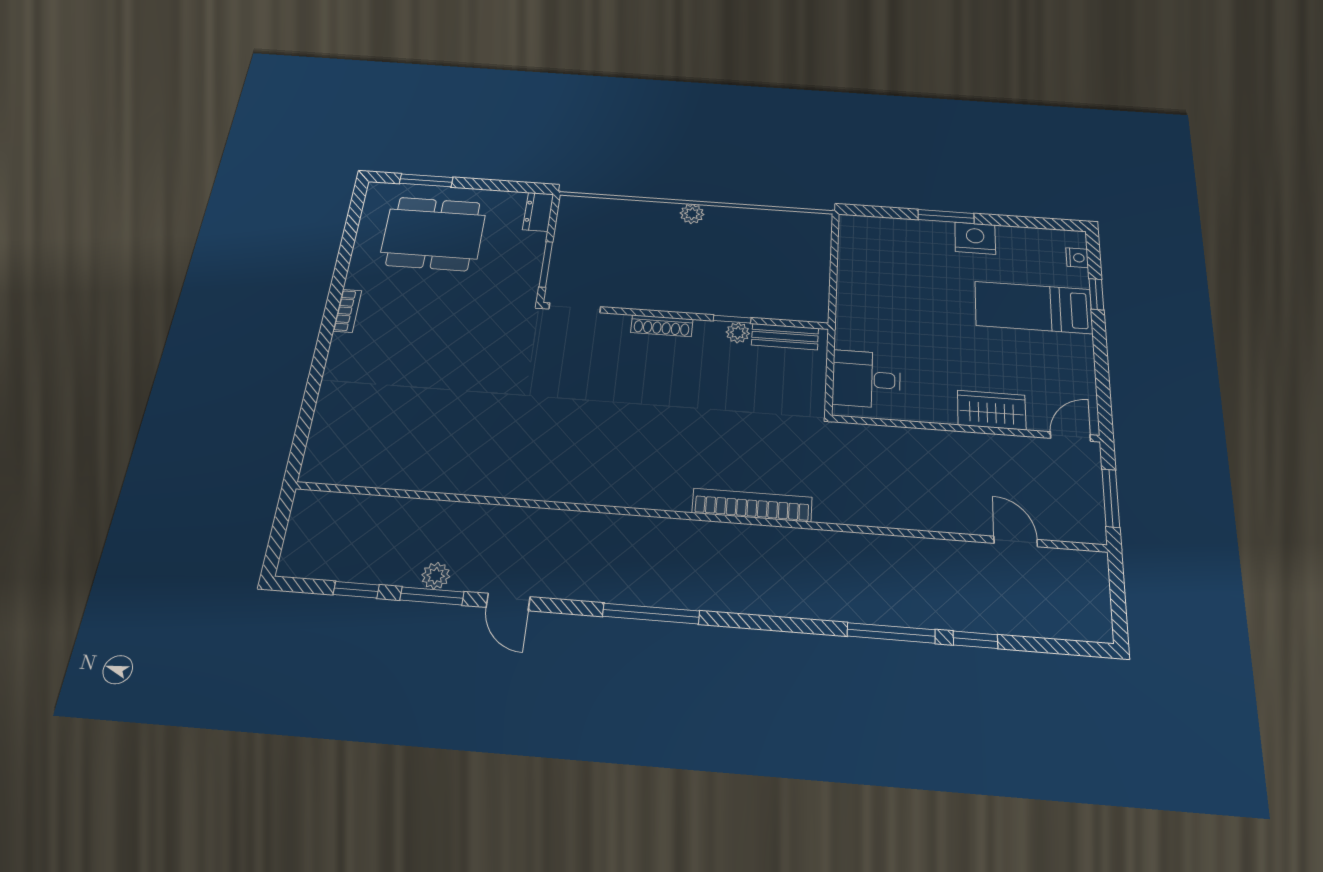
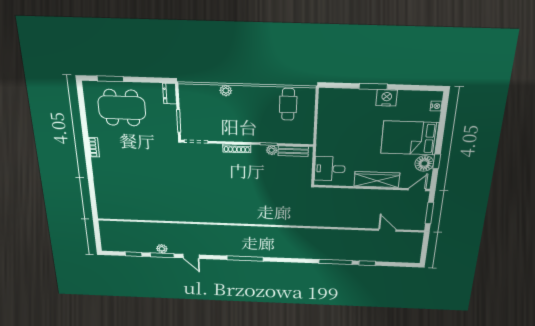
plant: (692, 214) -> (226, 91), moved
cafe table: (777, 242) -> (288, 104), added
window: (1096, 294) -> (437, 161), moved
bed: (1033, 307) -> (410, 138), width x1.50
floor lamp: (1076, 375) -> (424, 163), added
wardrobe: (992, 410) -> (377, 180), width x1.50
bookcase: (752, 505) -> (281, 221), removed

